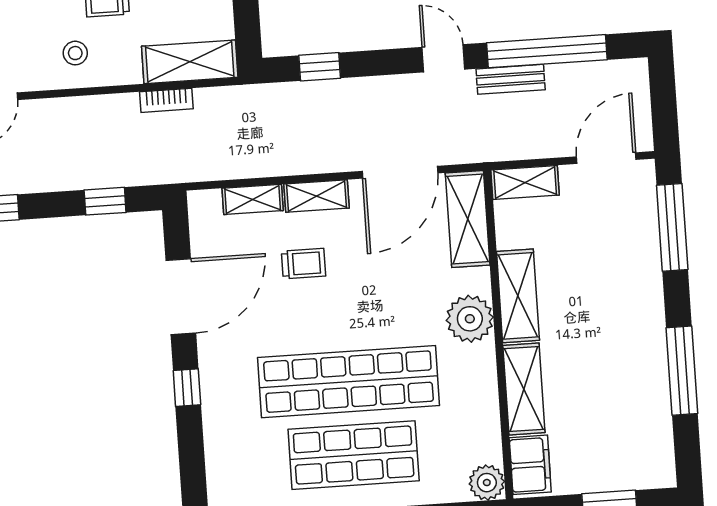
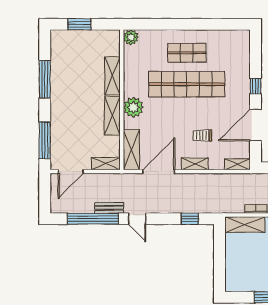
shelving: (253, 199) -> (237, 164), moved
shop shelf: (354, 455) -> (187, 53), width x0.70, depth x0.74
filing cabinet: (530, 465) -> (112, 43), removed

